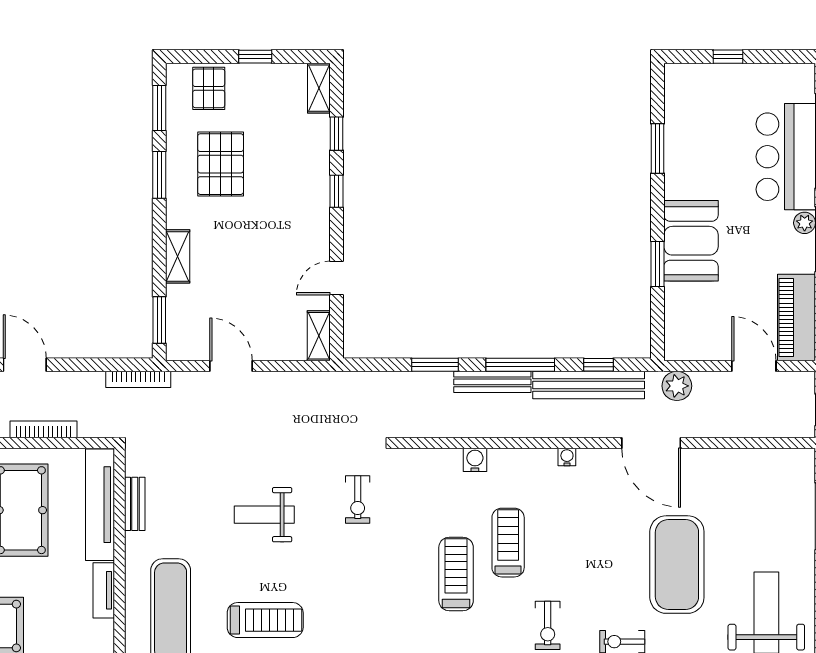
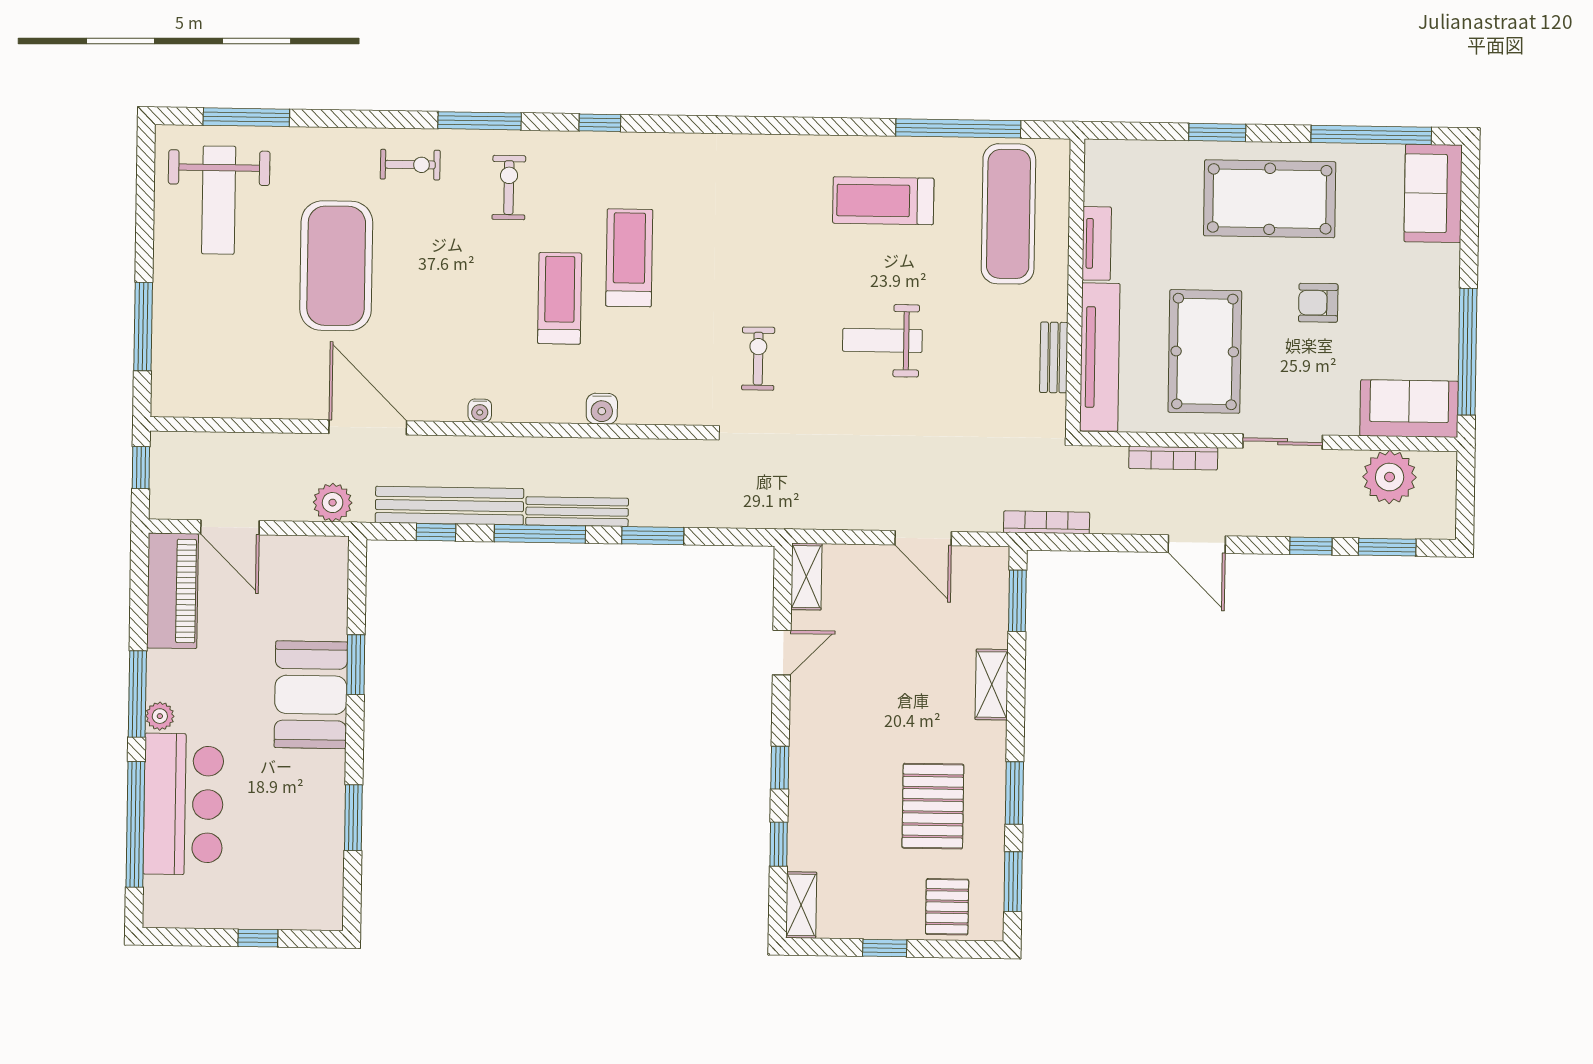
weight bench: (264, 515) -> (882, 340), turned 180
treadmill: (508, 543) -> (560, 298), turned 180
treadmill: (456, 574) -> (629, 258), turned 180

